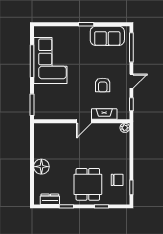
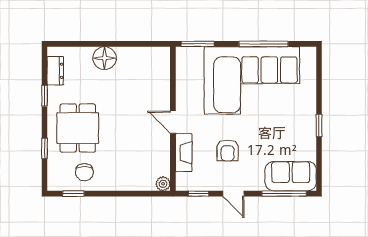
sofa: (107, 36) -> (291, 176), moved, turned 90
corner sofa: (50, 60) -> (252, 80), width x1.36, depth x1.36
armchair: (103, 85) -> (228, 150), turned -90
dining table: (88, 184) -> (78, 128), turned 90

